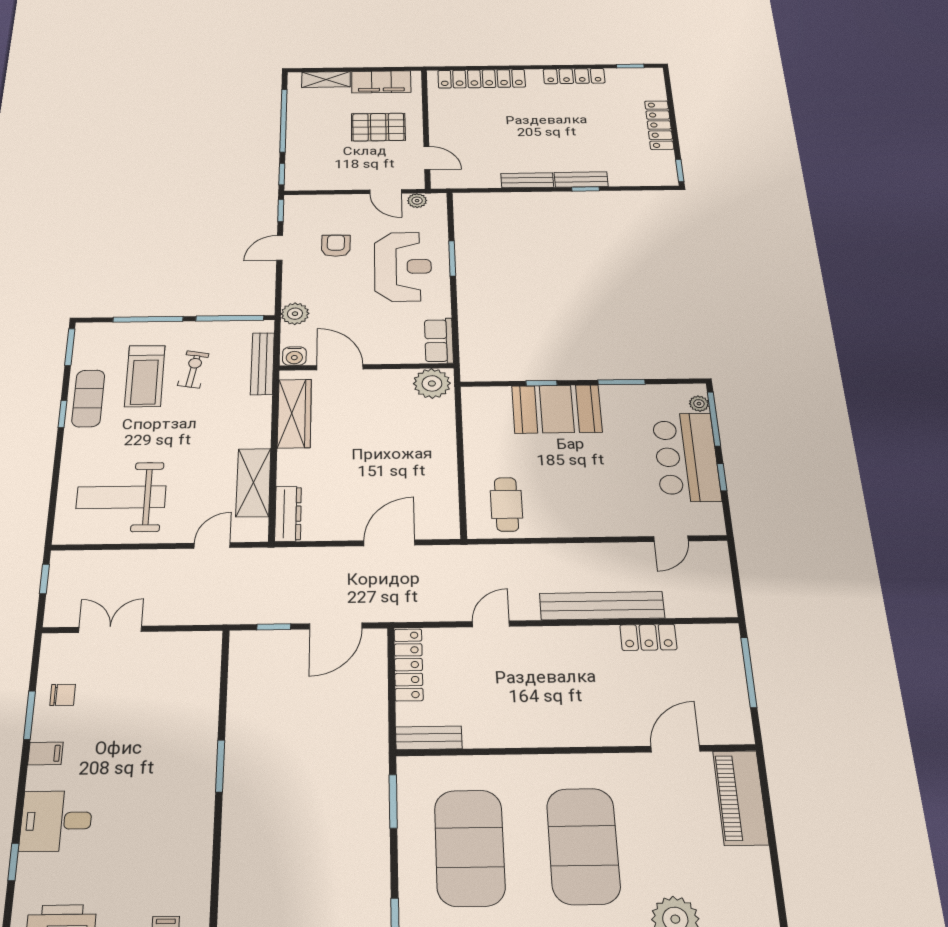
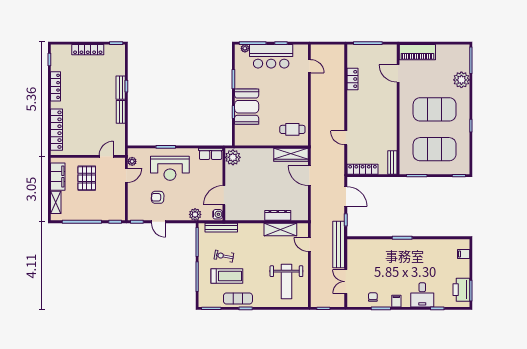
reception desk: (403, 267) -> (170, 168), turned 180
wardrobe: (294, 413) -> (291, 155), moved, turned 180
dresser: (288, 514) -> (278, 215), moved
bench: (602, 606) -> (339, 245), moved

